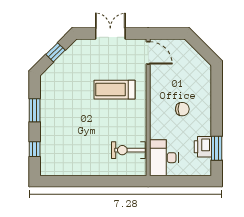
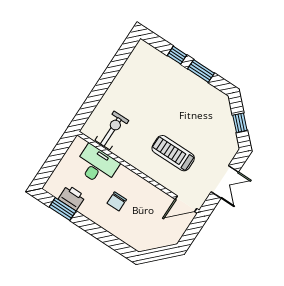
treadmill: (115, 90) -> (173, 153), turned -90
window: (35, 149) -> (177, 55), moved
desk: (164, 158) -> (97, 165), moved

